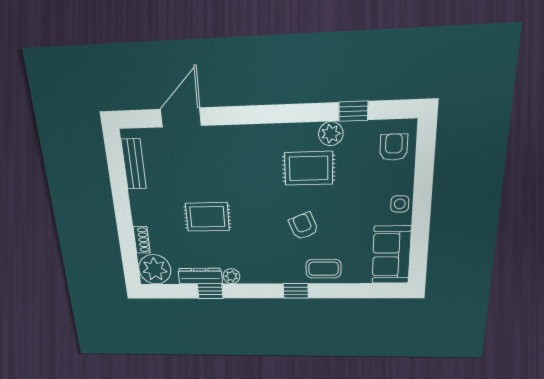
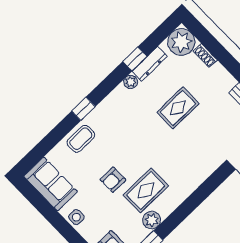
armchair: (304, 226) -> (113, 180), moved, turned 112

